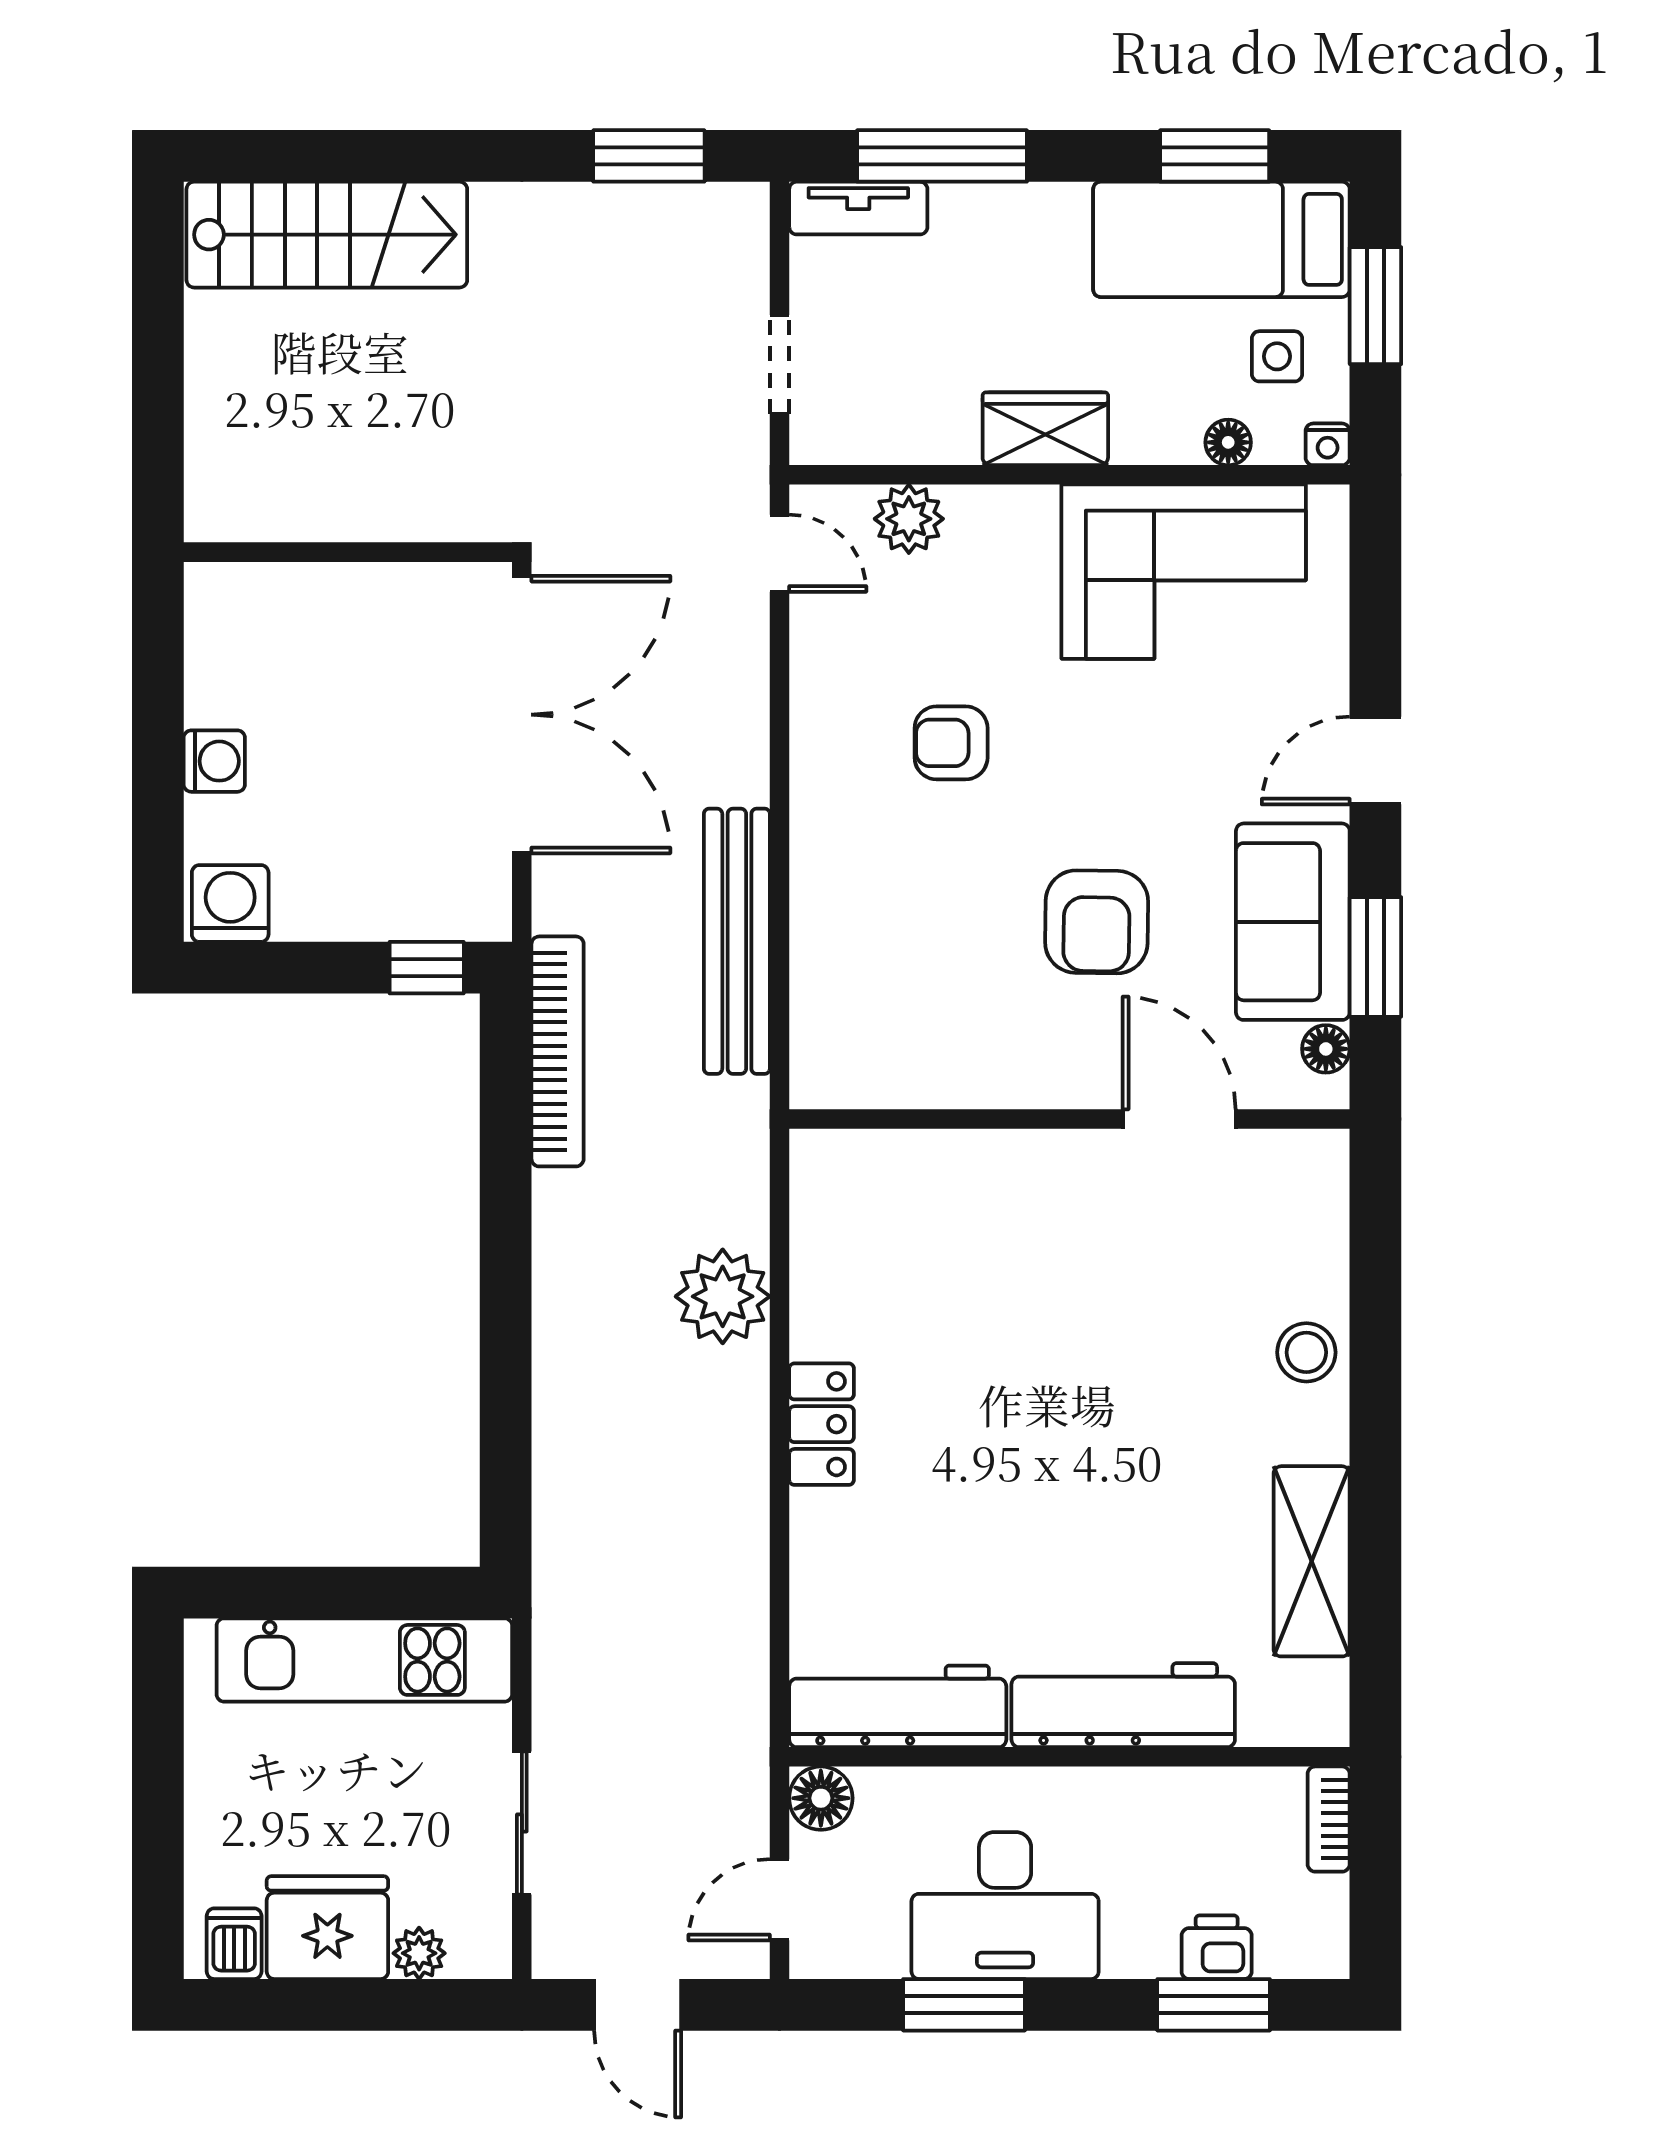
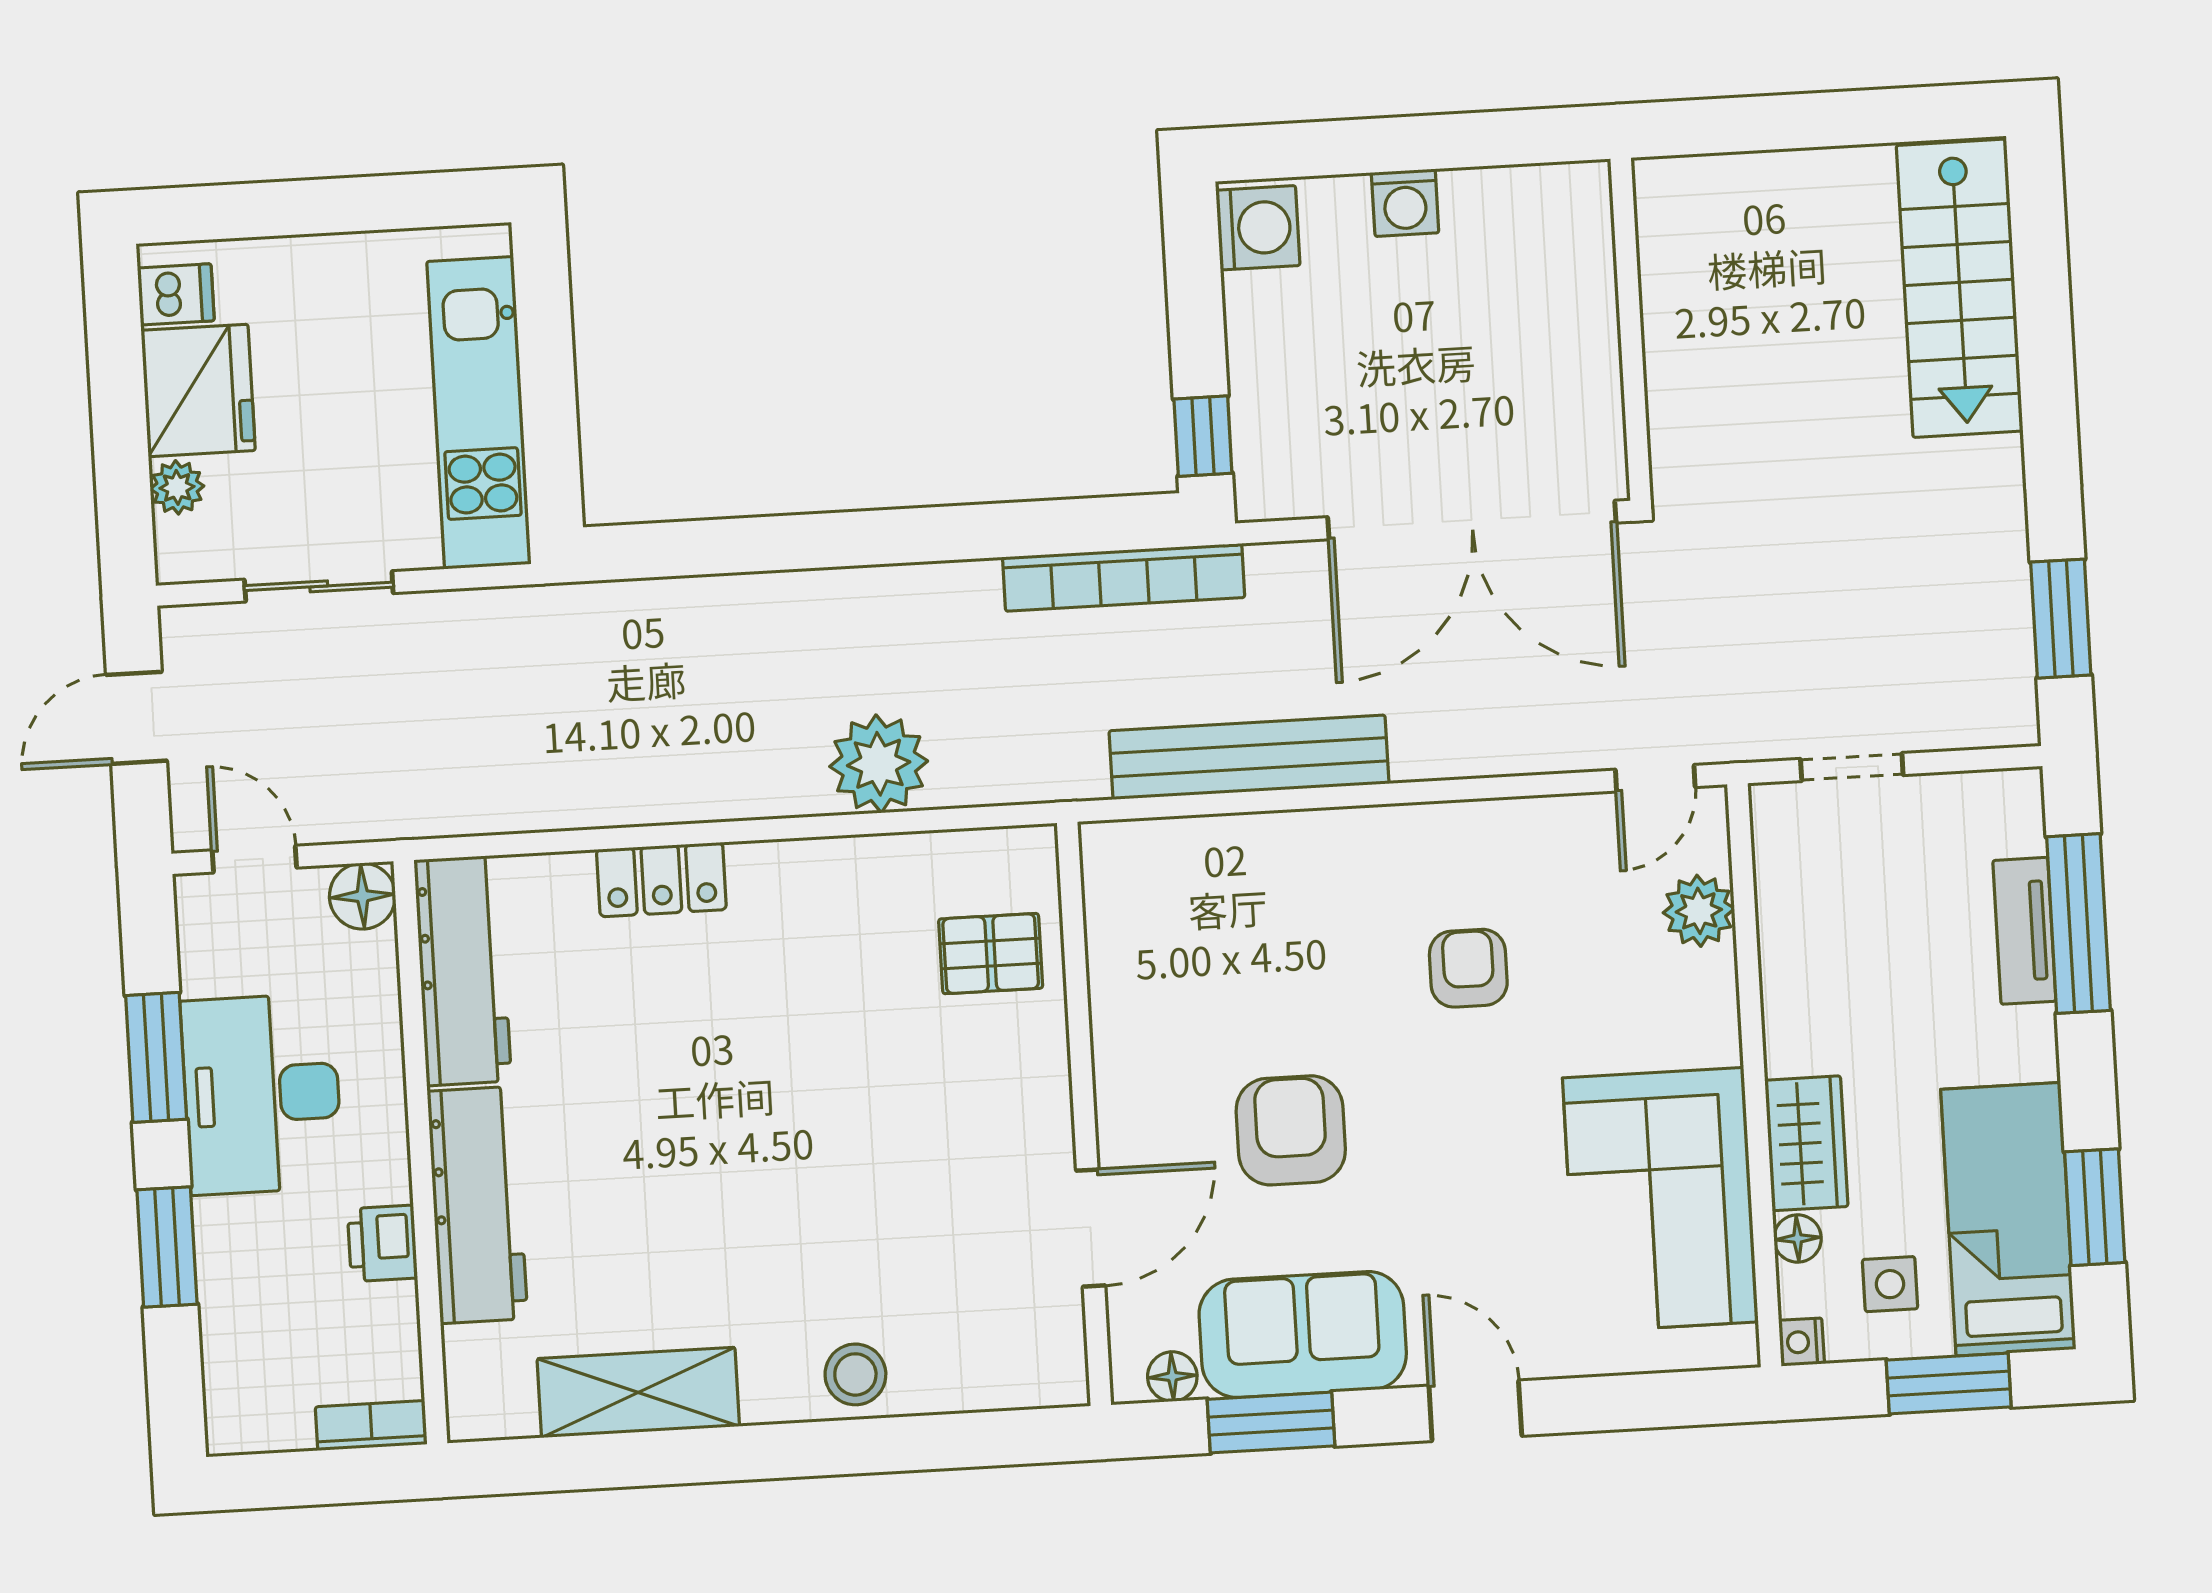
tv unit: (858, 208) -> (2024, 931), moved
wardrobe: (1045, 429) -> (1806, 1143), moved
armchair: (1097, 922) -> (1291, 1130), turned 89
pallet: (911, 1200) -> (991, 954), added
locker: (822, 1424) -> (661, 880), moved
printer: (1217, 1947) -> (382, 1243), moved, turned 180
window: (1214, 2005) -> (167, 1247), moved

